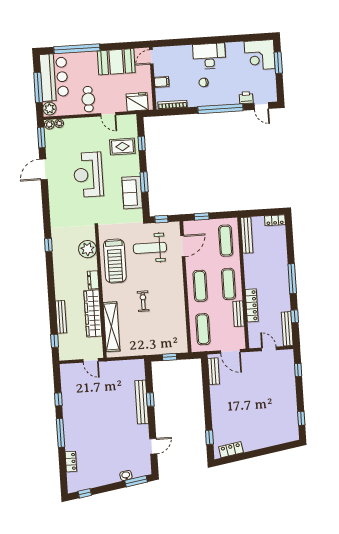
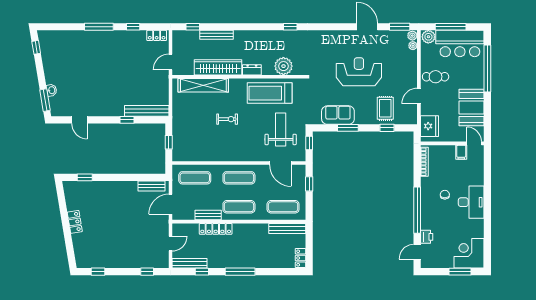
filing cabinet: (162, 82) -> (461, 152), moved
bench: (142, 402) -> (147, 111), moved
locker: (231, 450) -> (75, 222), moved
locker: (71, 462) -> (157, 35), moved

